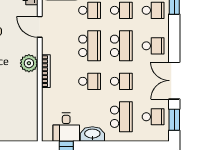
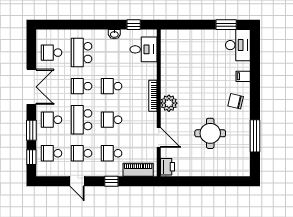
school desk: (90, 46) -> (112, 120), width x0.54
window: (174, 120) -> (31, 130), moved
desk: (66, 127) -> (144, 49), moved, turned 90
washbasin: (92, 134) -> (114, 34), width x0.52, depth x0.69

